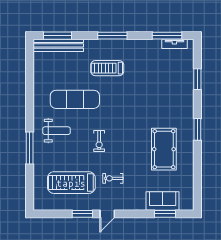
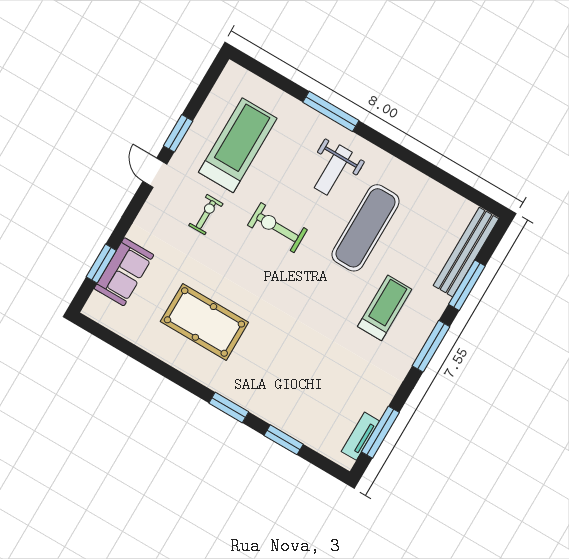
window: (58, 36) -> (467, 285), moved
window: (197, 129) -> (229, 408), moved
exercise bike: (99, 141) -> (277, 228), width x1.38, depth x1.39

